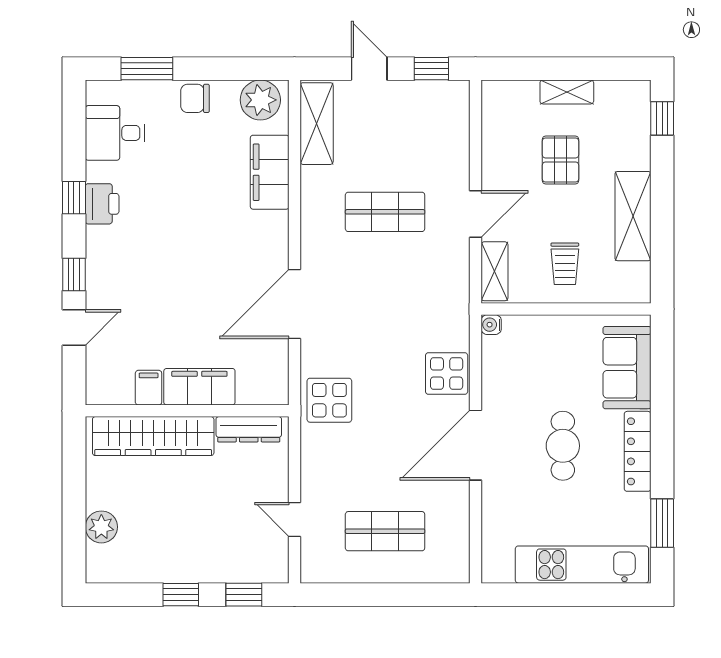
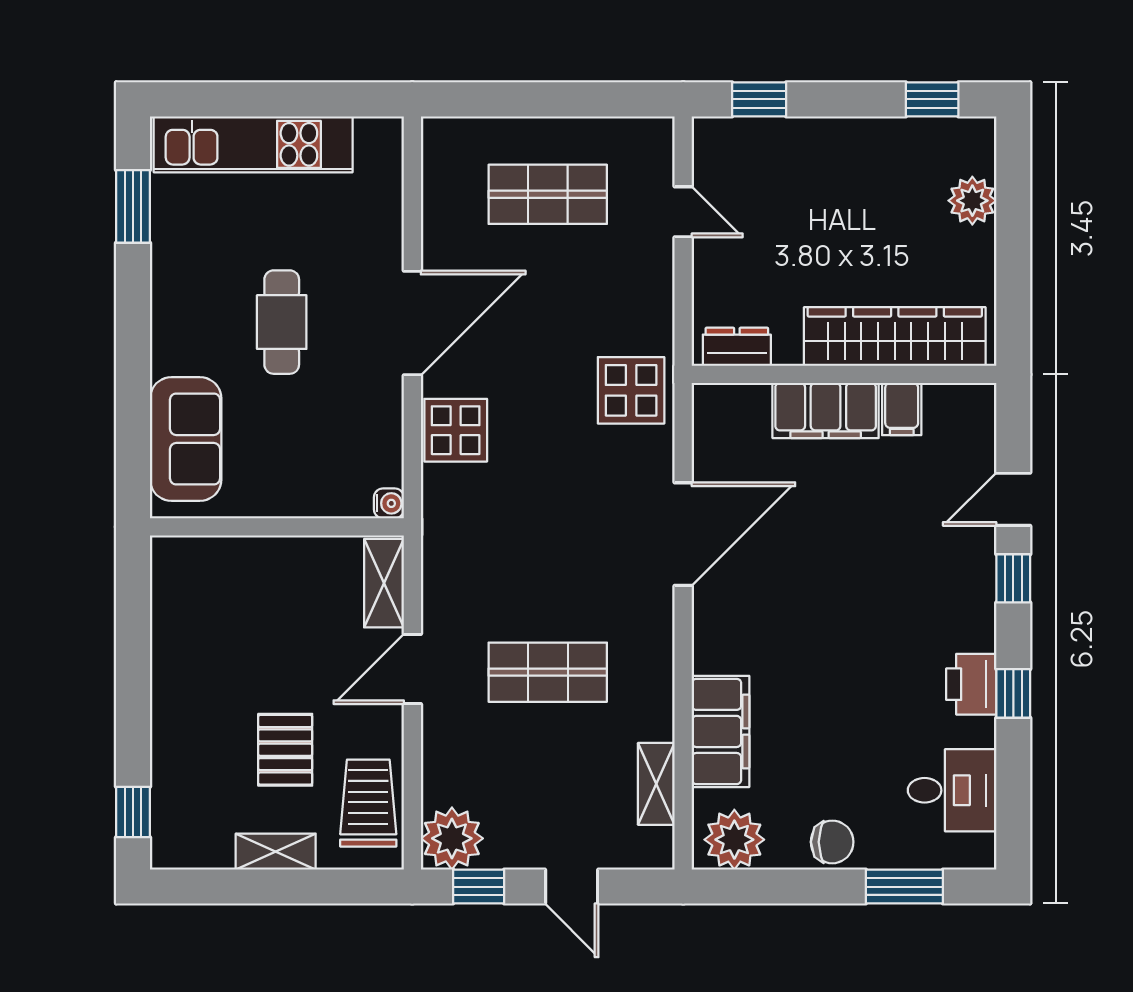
plant: (449, 101) -> (452, 838), added
shelving: (317, 124) -> (656, 784), width x0.67, depth x0.75
shelving: (633, 216) -> (177, 666), removed
trolley: (565, 264) -> (368, 803), moved, width x1.36, depth x1.39
dresser: (249, 429) -> (737, 347), width x0.70
locker: (638, 451) -> (170, 314), removed
window: (181, 595) -> (932, 99), moved

